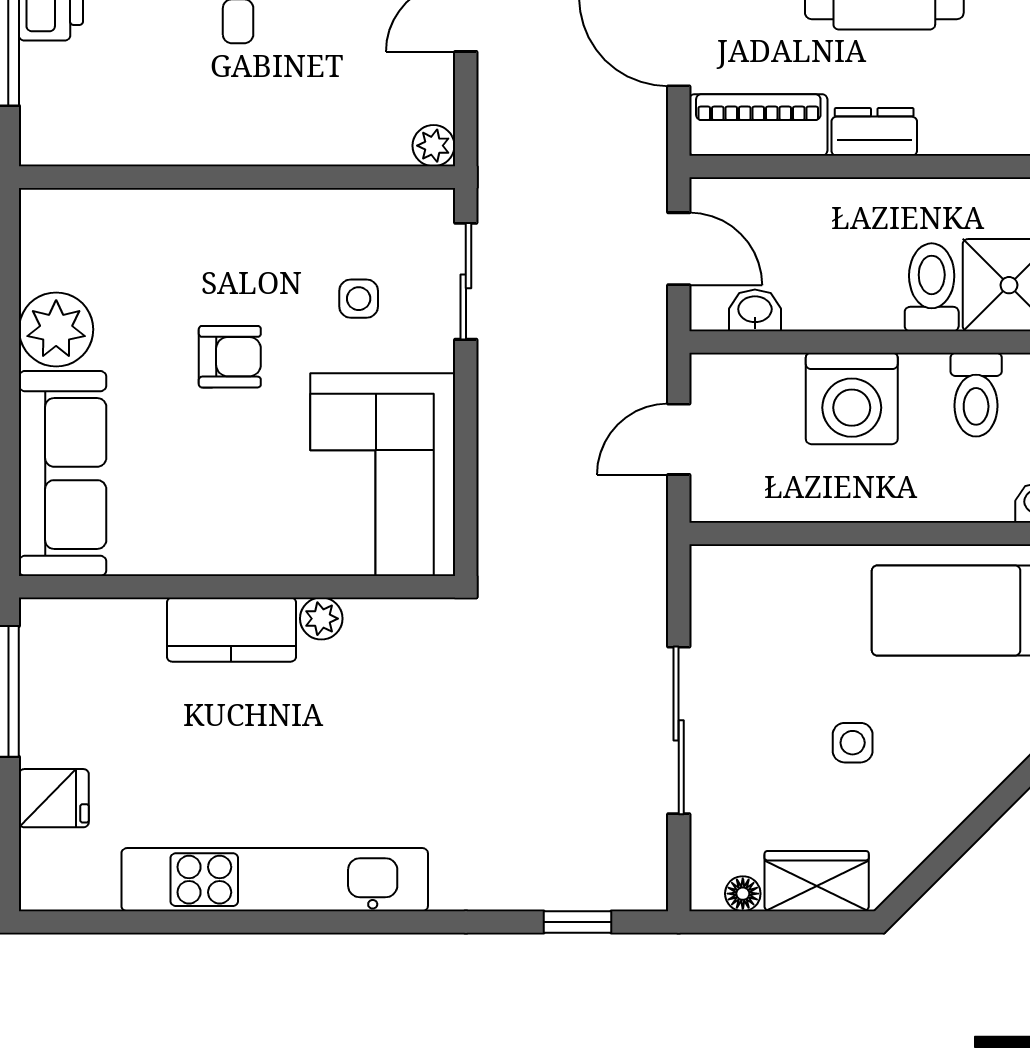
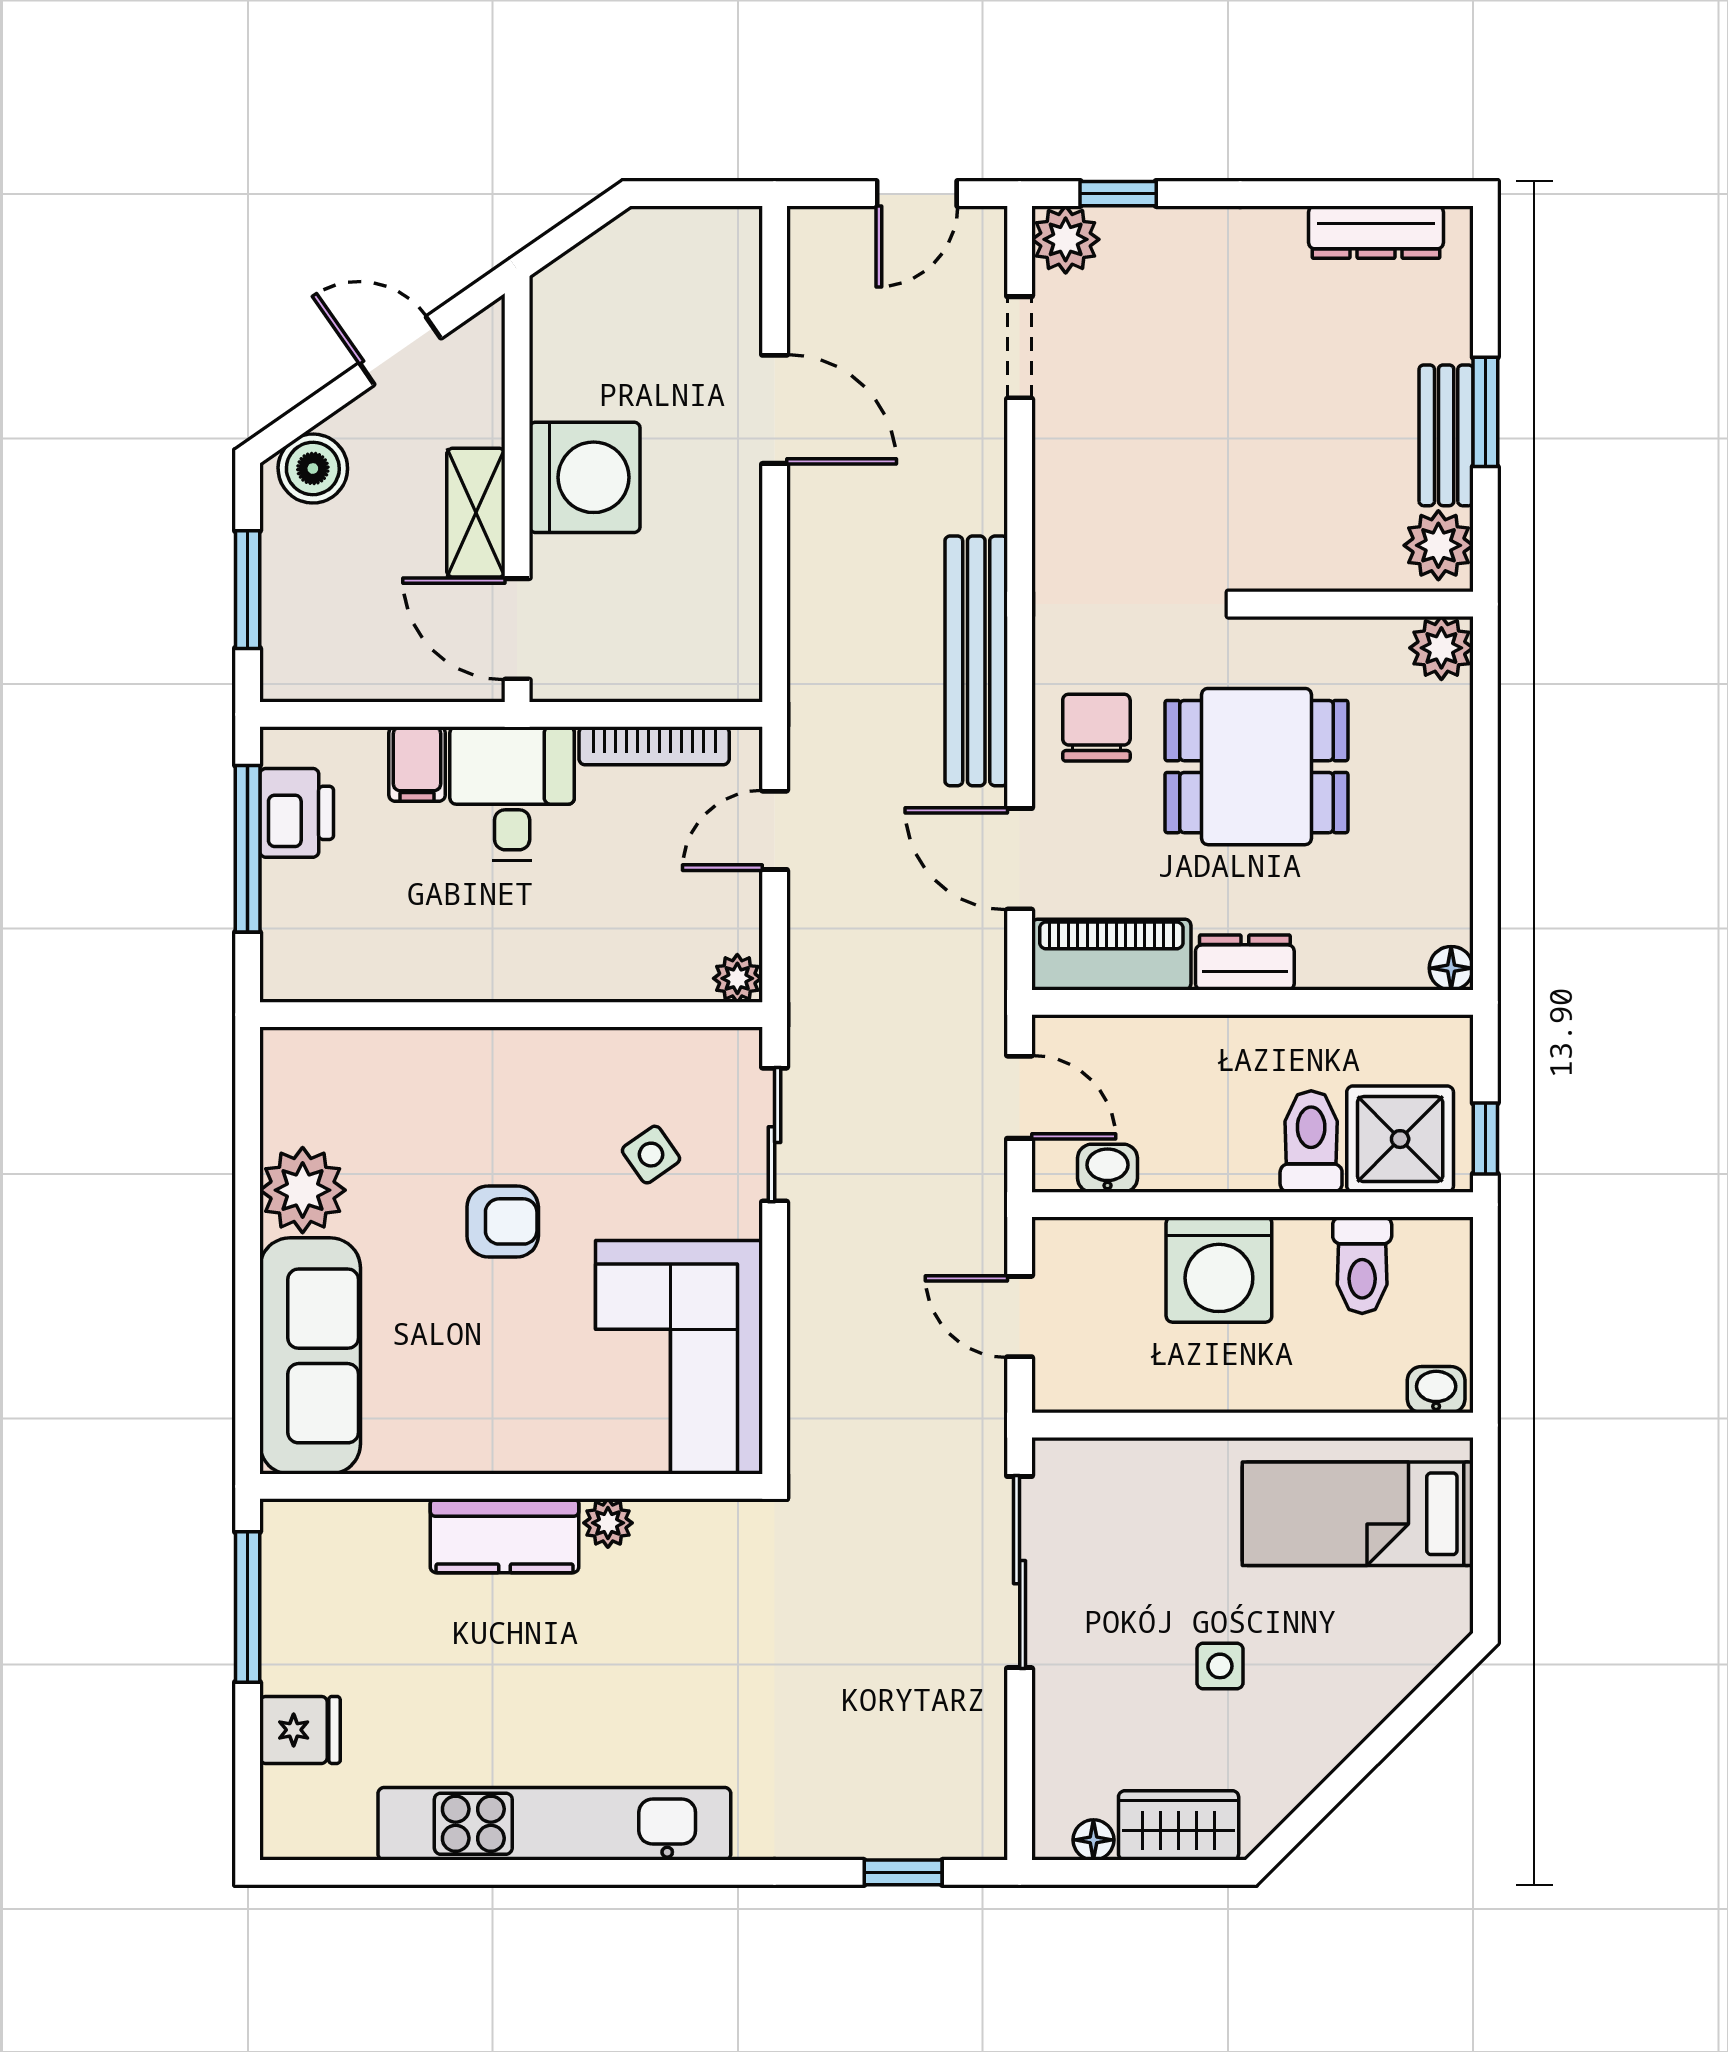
side table: (359, 299) -> (651, 1155), turned -35
door: (679, 439) -> (1020, 1317), hinge flipped
sliding door: (679, 730) -> (1020, 1572), moved

